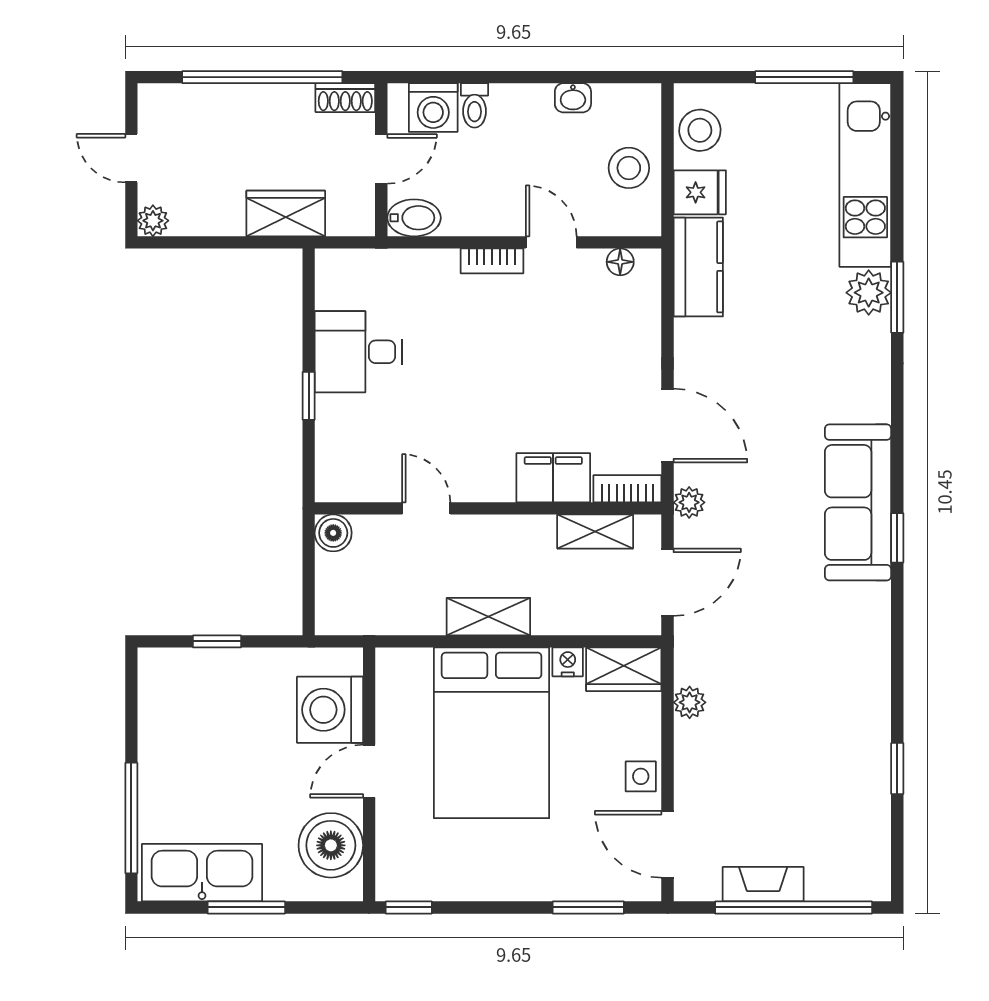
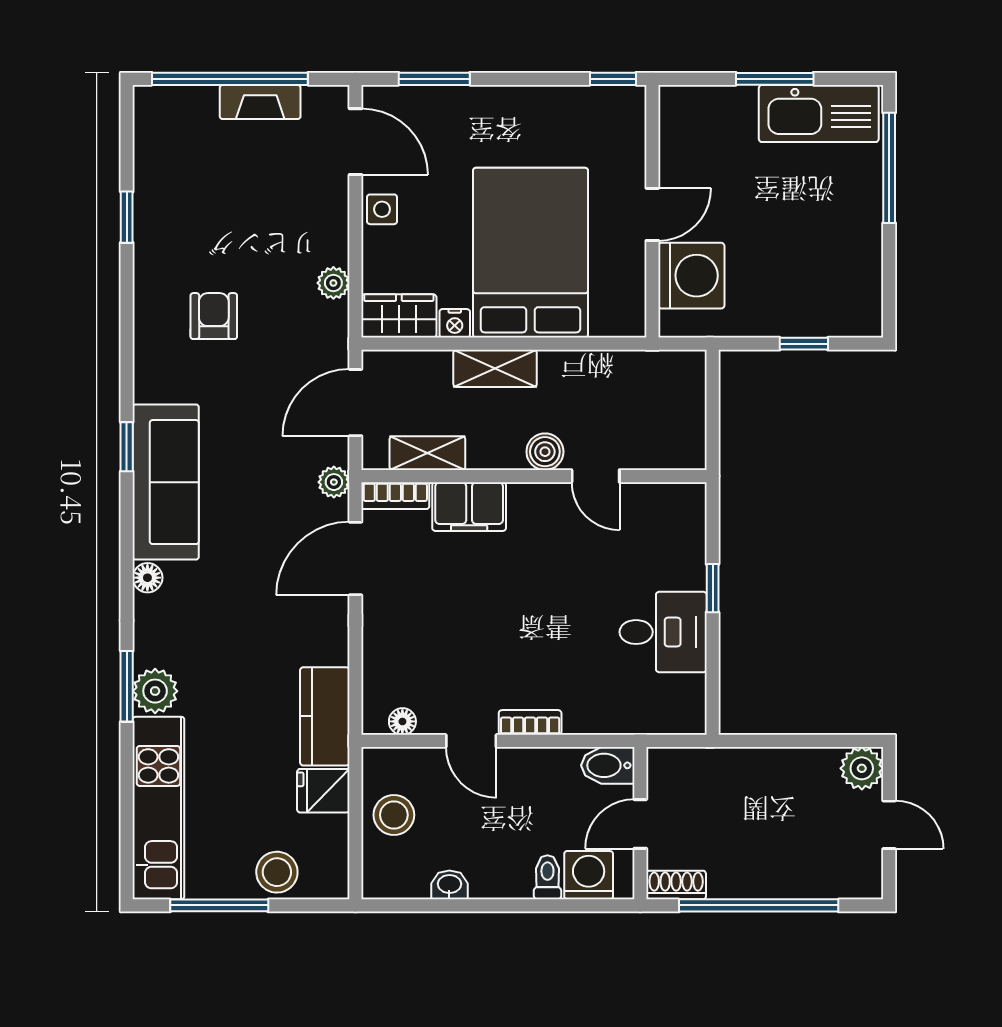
stool: (700, 130) -> (277, 872), moved
wardrobe: (286, 213) -> (735, 770), removed
plant: (153, 221) -> (862, 768), width x1.38, depth x1.38
floor lamp: (876, 406) -> (147, 578), added
door: (667, 426) -> (355, 559), hinge flipped
boiler: (333, 533) -> (545, 452), moved
shelving: (488, 617) -> (495, 368), moved
armchair: (810, 669) -> (214, 316), added
boiler: (331, 845) -> (691, 141), removed

